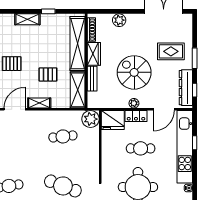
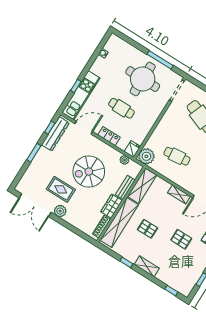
plant: (119, 20) -> (60, 211), moved
rug: (171, 51) -> (61, 189), moved
spiral stairs: (134, 72) -> (89, 172), turned 90
pallet: (48, 74) -> (148, 229), moved
plant: (134, 103) -> (124, 160), moved
fridge: (113, 120) -> (132, 149), width x0.53, depth x0.75
kitchen unit: (185, 147) -> (81, 95), width x0.73

